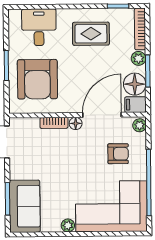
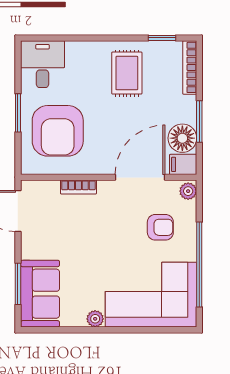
desk: (39, 27) -> (42, 64), moved
rug: (91, 34) -> (127, 73), turned 90
plant: (138, 58) -> (188, 105), removed
floor lamp: (76, 123) -> (106, 188), removed

